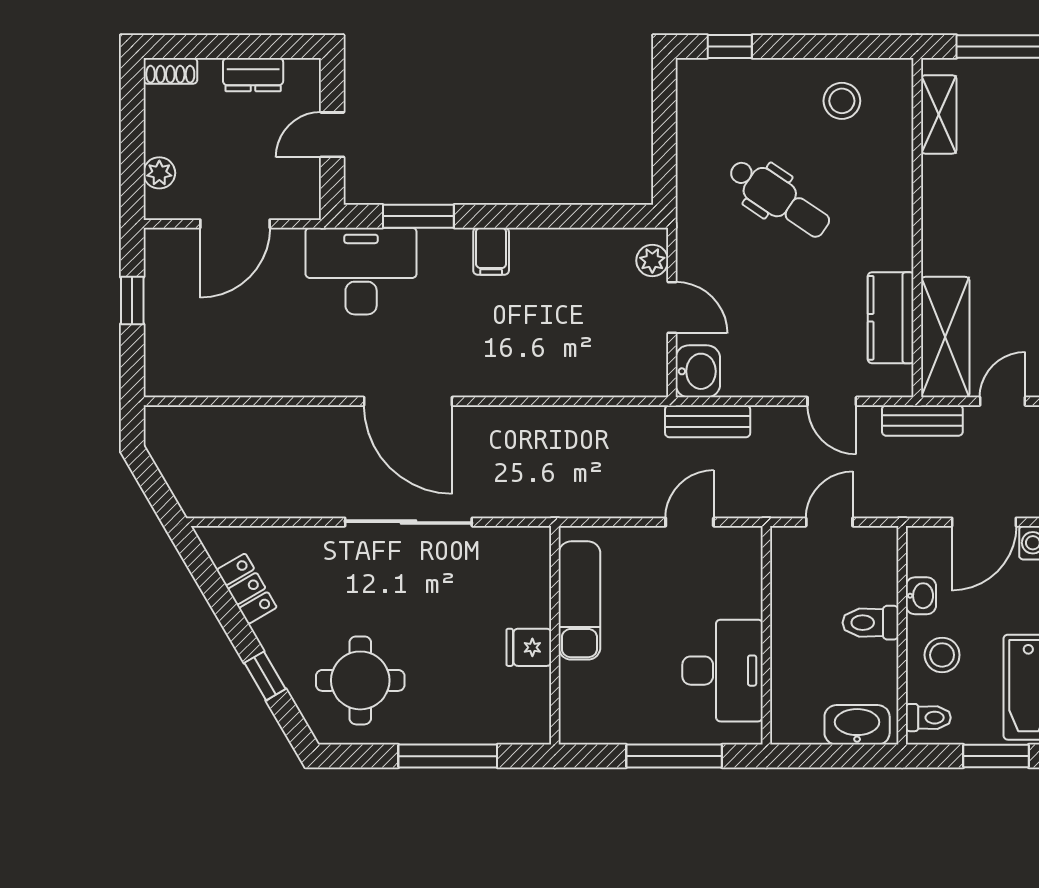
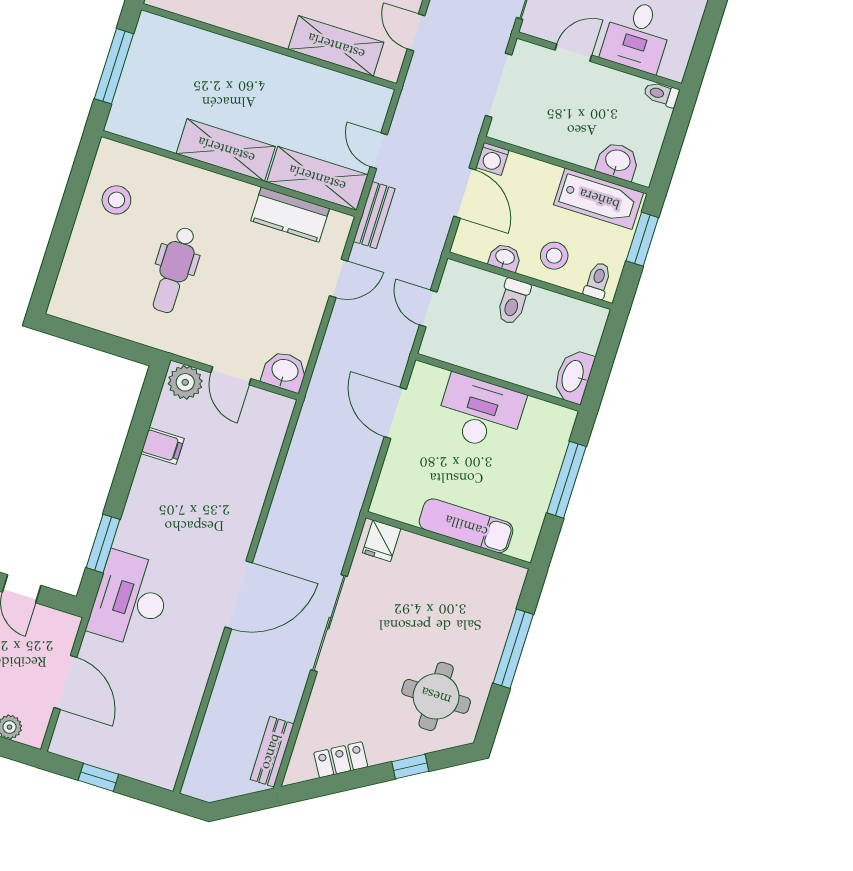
window: (730, 46) -> (49, 271), removed
shelving: (939, 114) -> (226, 150), moved, width x1.50, depth x1.33
dental chair: (779, 198) -> (174, 270), turned 146
filing cabinet: (491, 251) -> (162, 446), moved
plant: (652, 261) -> (185, 382), width x1.38, depth x1.38
door: (672, 308) -> (231, 376), swing flipped
bench: (708, 421) -> (272, 752), moved
door: (690, 522) -> (395, 413), width x1.38
exam couch: (579, 600) -> (466, 526), moved
fridge: (529, 647) -> (382, 541), moved
desk: (722, 671) -> (480, 413), moved
washbasin: (857, 725) -> (573, 376), moved

